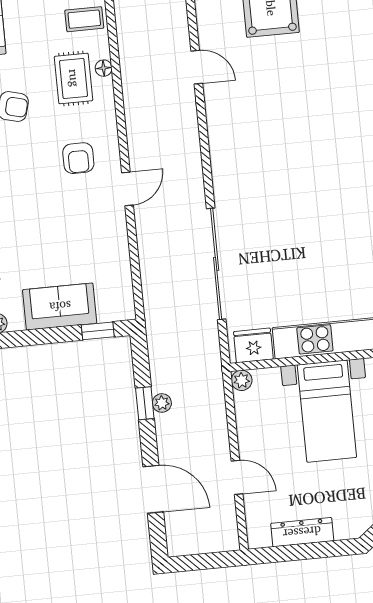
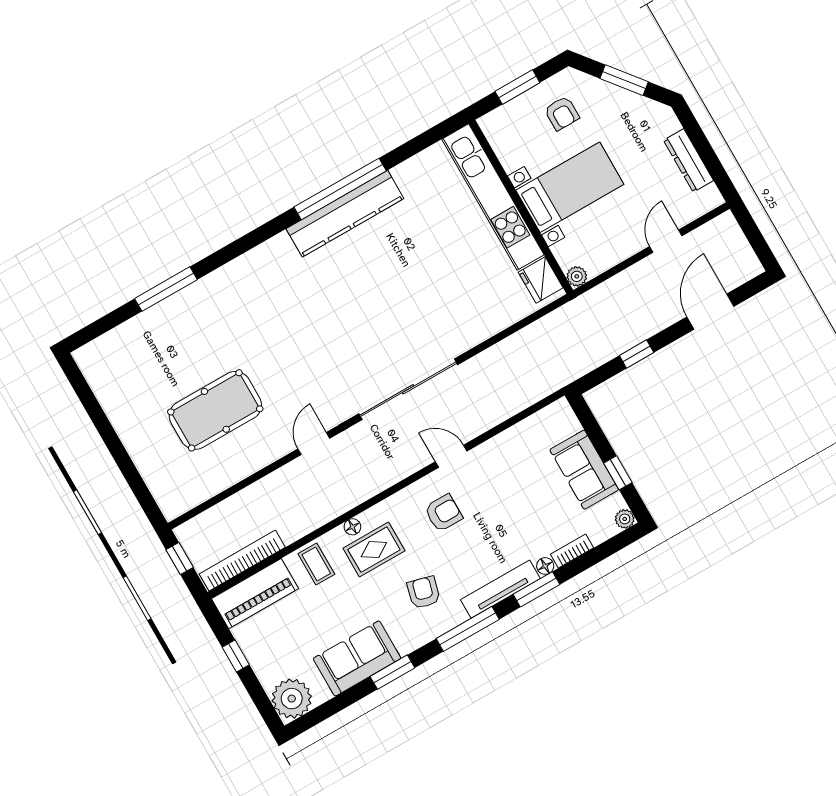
sliding door: (216, 264) -> (408, 389), moved
window: (98, 331) -> (618, 473), moved
plant: (162, 403) -> (629, 339), removed

